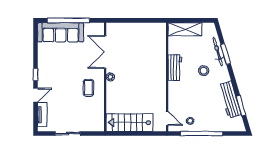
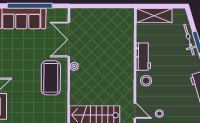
stool: (204, 71) -> (146, 81), moved
coffee table: (88, 88) -> (51, 78), width x1.86, depth x1.72

